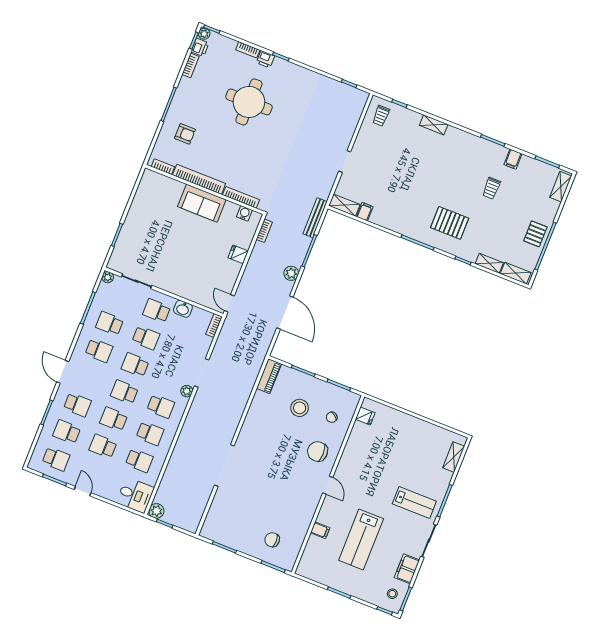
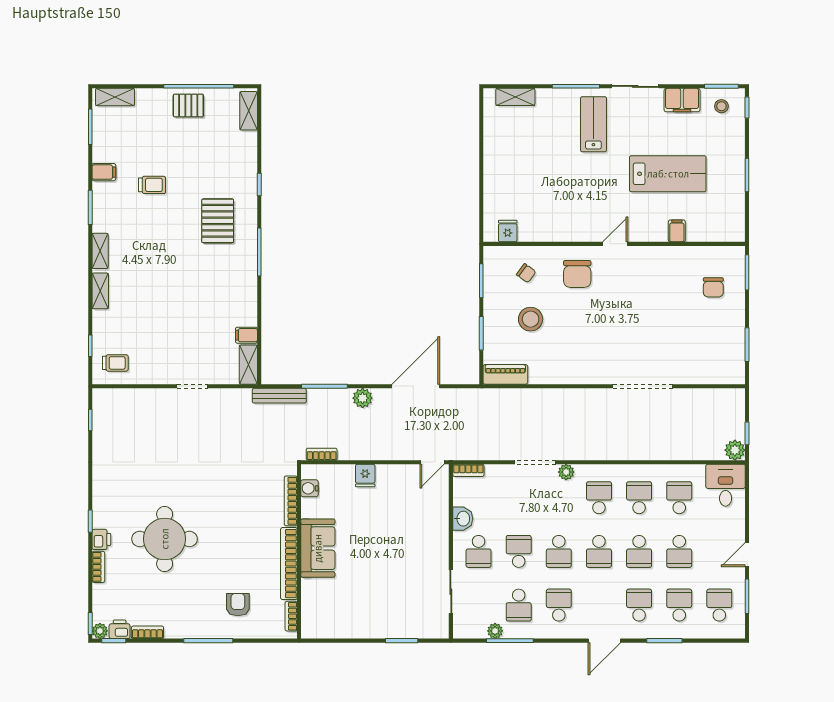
shelving: (489, 263) -> (100, 251), moved
plant: (108, 277) -> (495, 631), moved
school desk: (67, 432) -> (679, 605), turned 180

